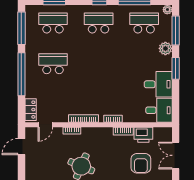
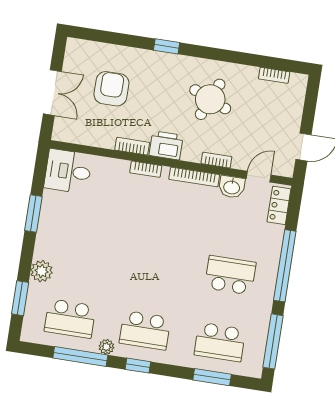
plant: (167, 10) -> (106, 347), moved
window: (176, 30) -> (20, 298), width x0.69
school desk: (53, 64) -> (230, 275), turned 180
window: (176, 68) -> (33, 213), moved
desk: (158, 84) -> (63, 214), removed
washbasin: (60, 116) -> (232, 187), added
printer: (143, 135) -> (166, 145), moved

